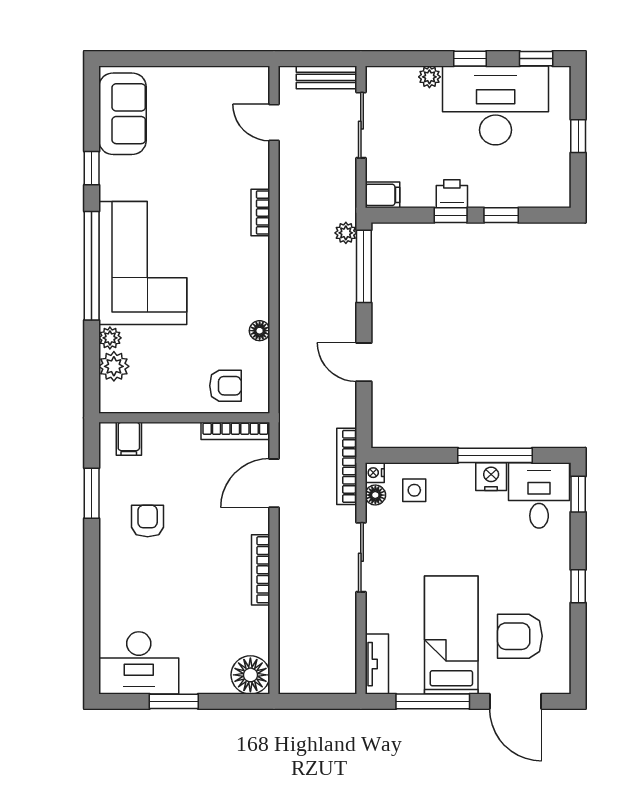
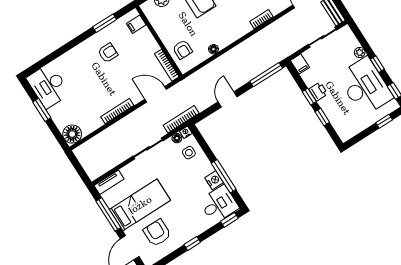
window: (578, 136) -> (384, 121), moved
plant: (346, 233) -> (275, 59), removed

